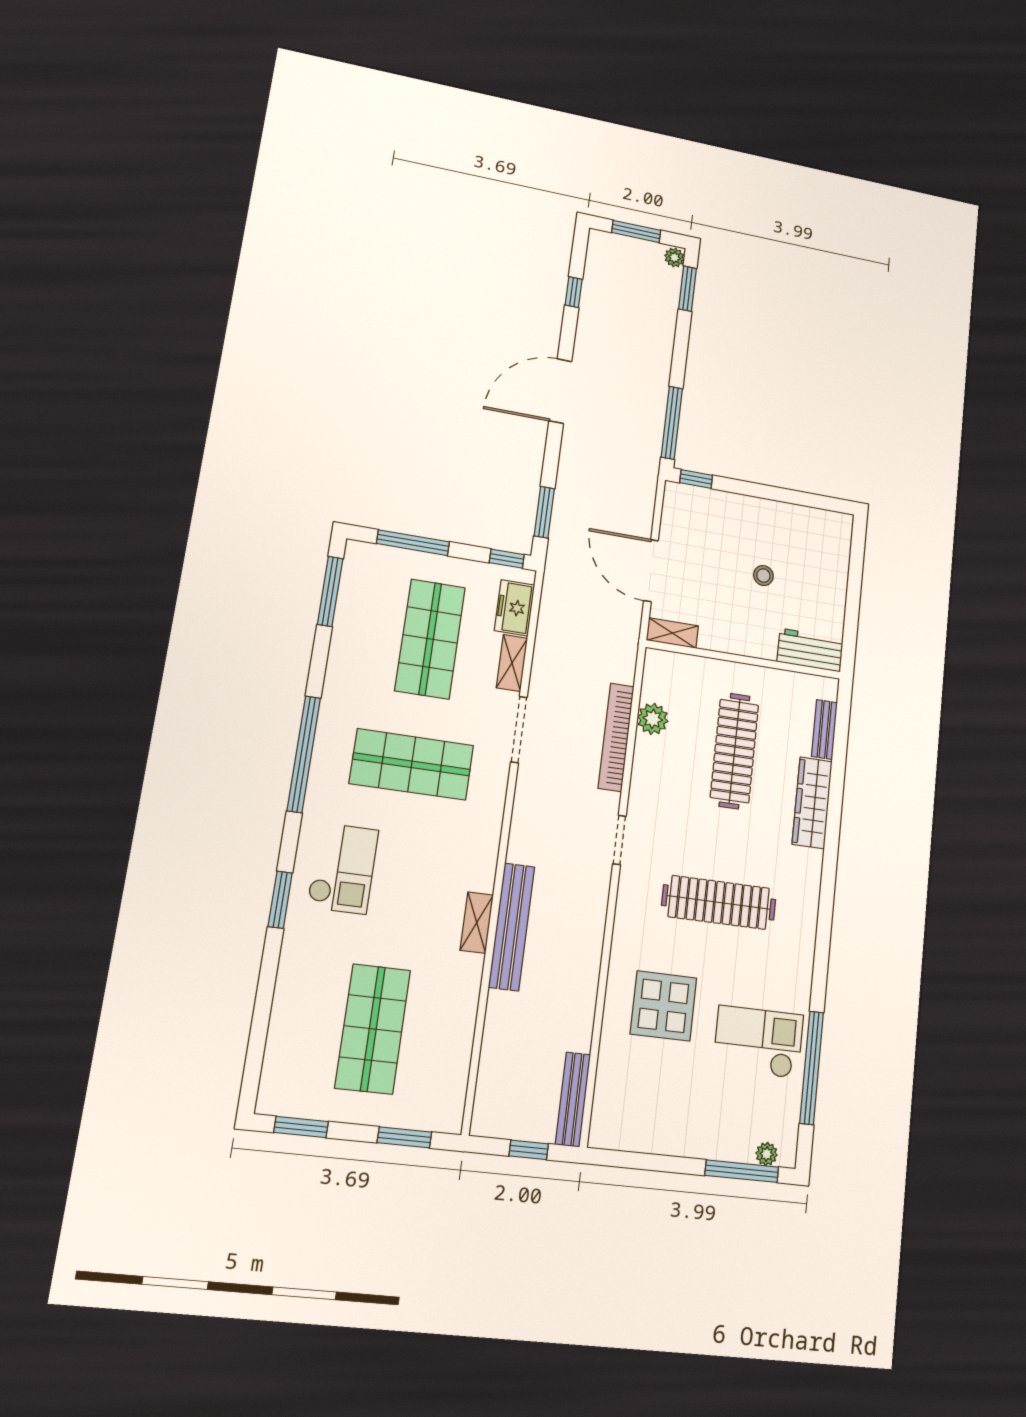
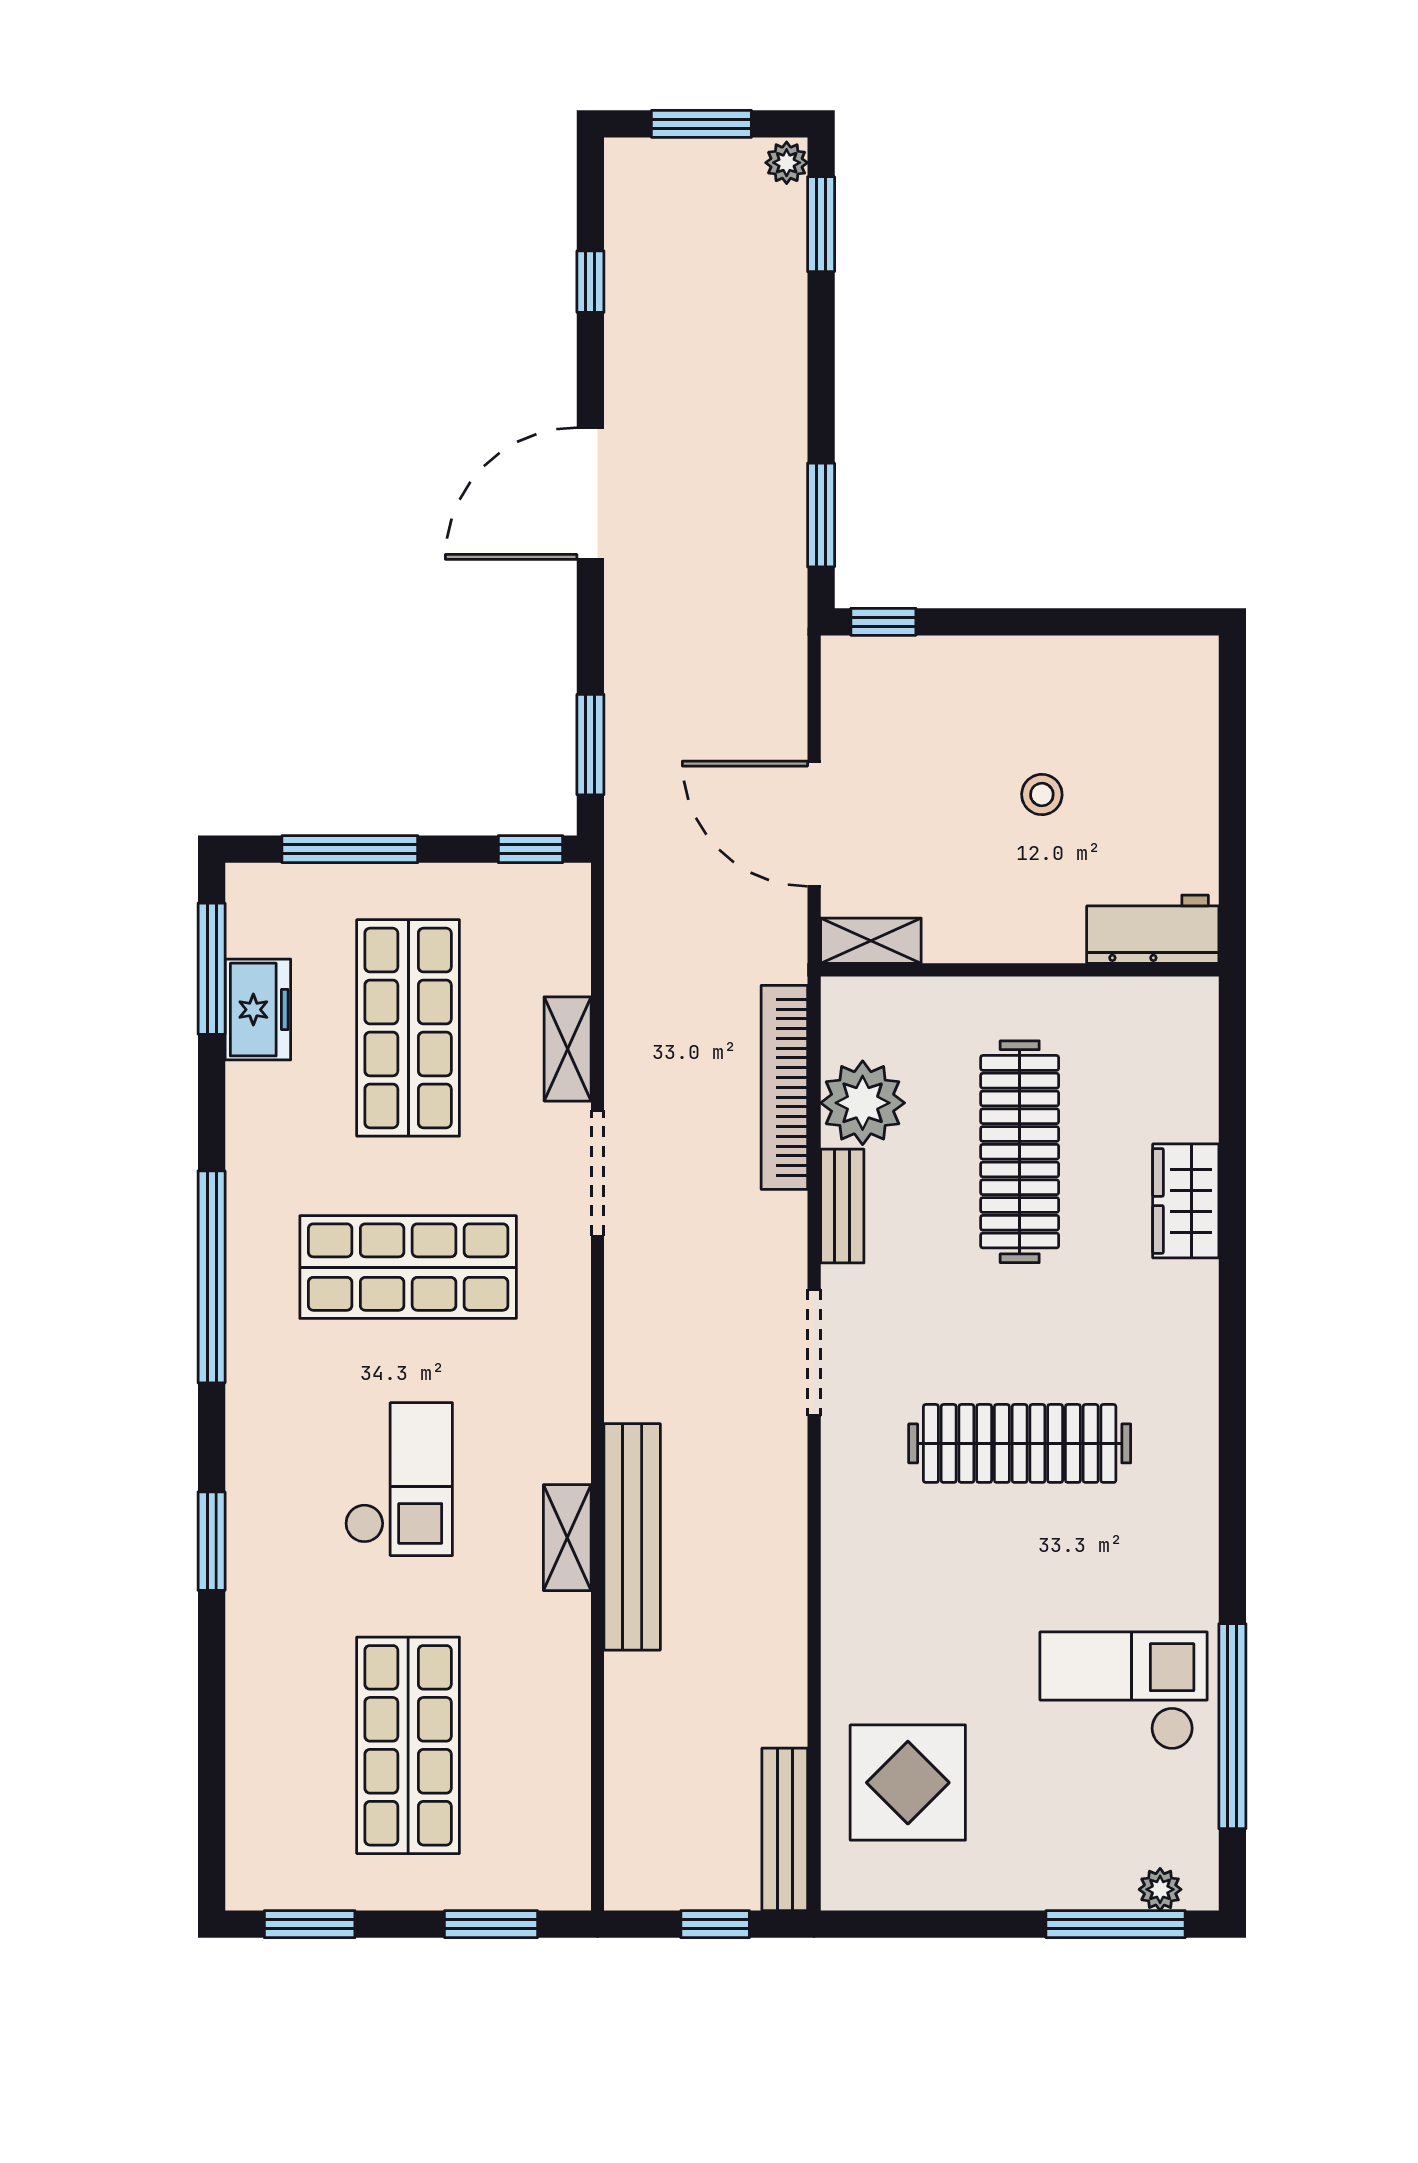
window: (672, 423) -> (821, 515), width x0.69
freezer: (515, 608) -> (258, 1010), moved, turned 180
plant: (653, 719) -> (863, 1103), width x1.36, depth x1.36
bench: (824, 729) -> (842, 1206), moved
bookcase: (616, 737) -> (784, 1087), moved
wardrobe: (812, 803) -> (1186, 1201), width x0.67
doorway: (619, 840) -> (814, 1352), width x1.38
checkout: (343, 868) -> (399, 1479), moved
display table: (663, 1006) -> (908, 1783), moved

